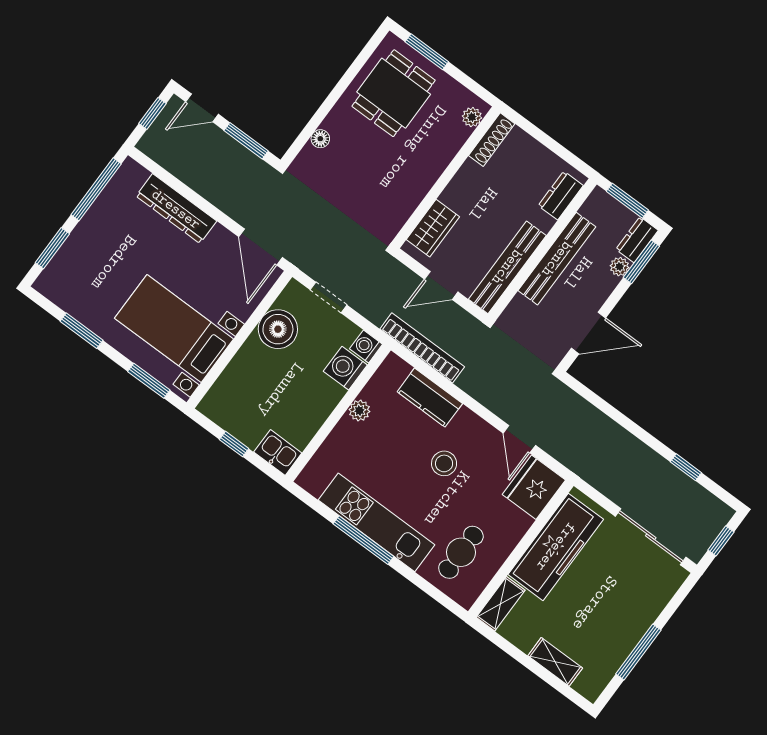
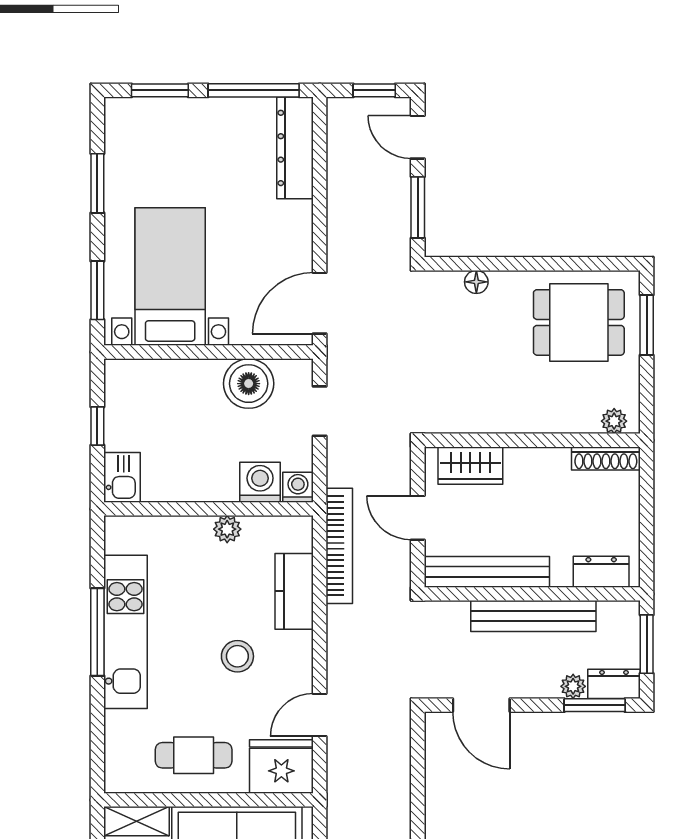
dresser: (176, 209) -> (295, 148), moved
cafe table: (461, 552) -> (194, 755), moved

